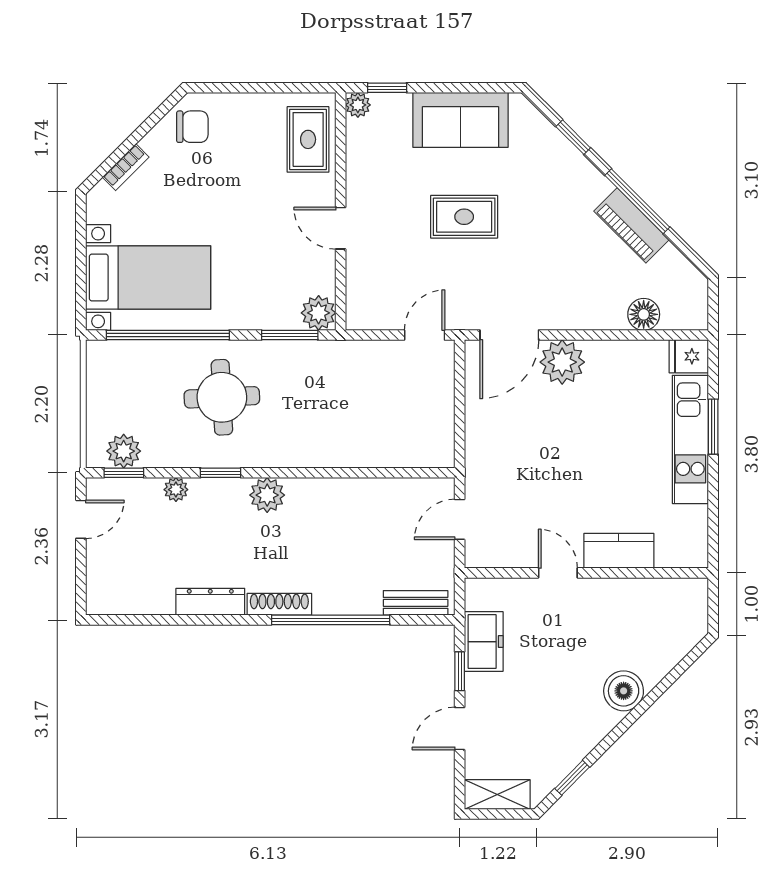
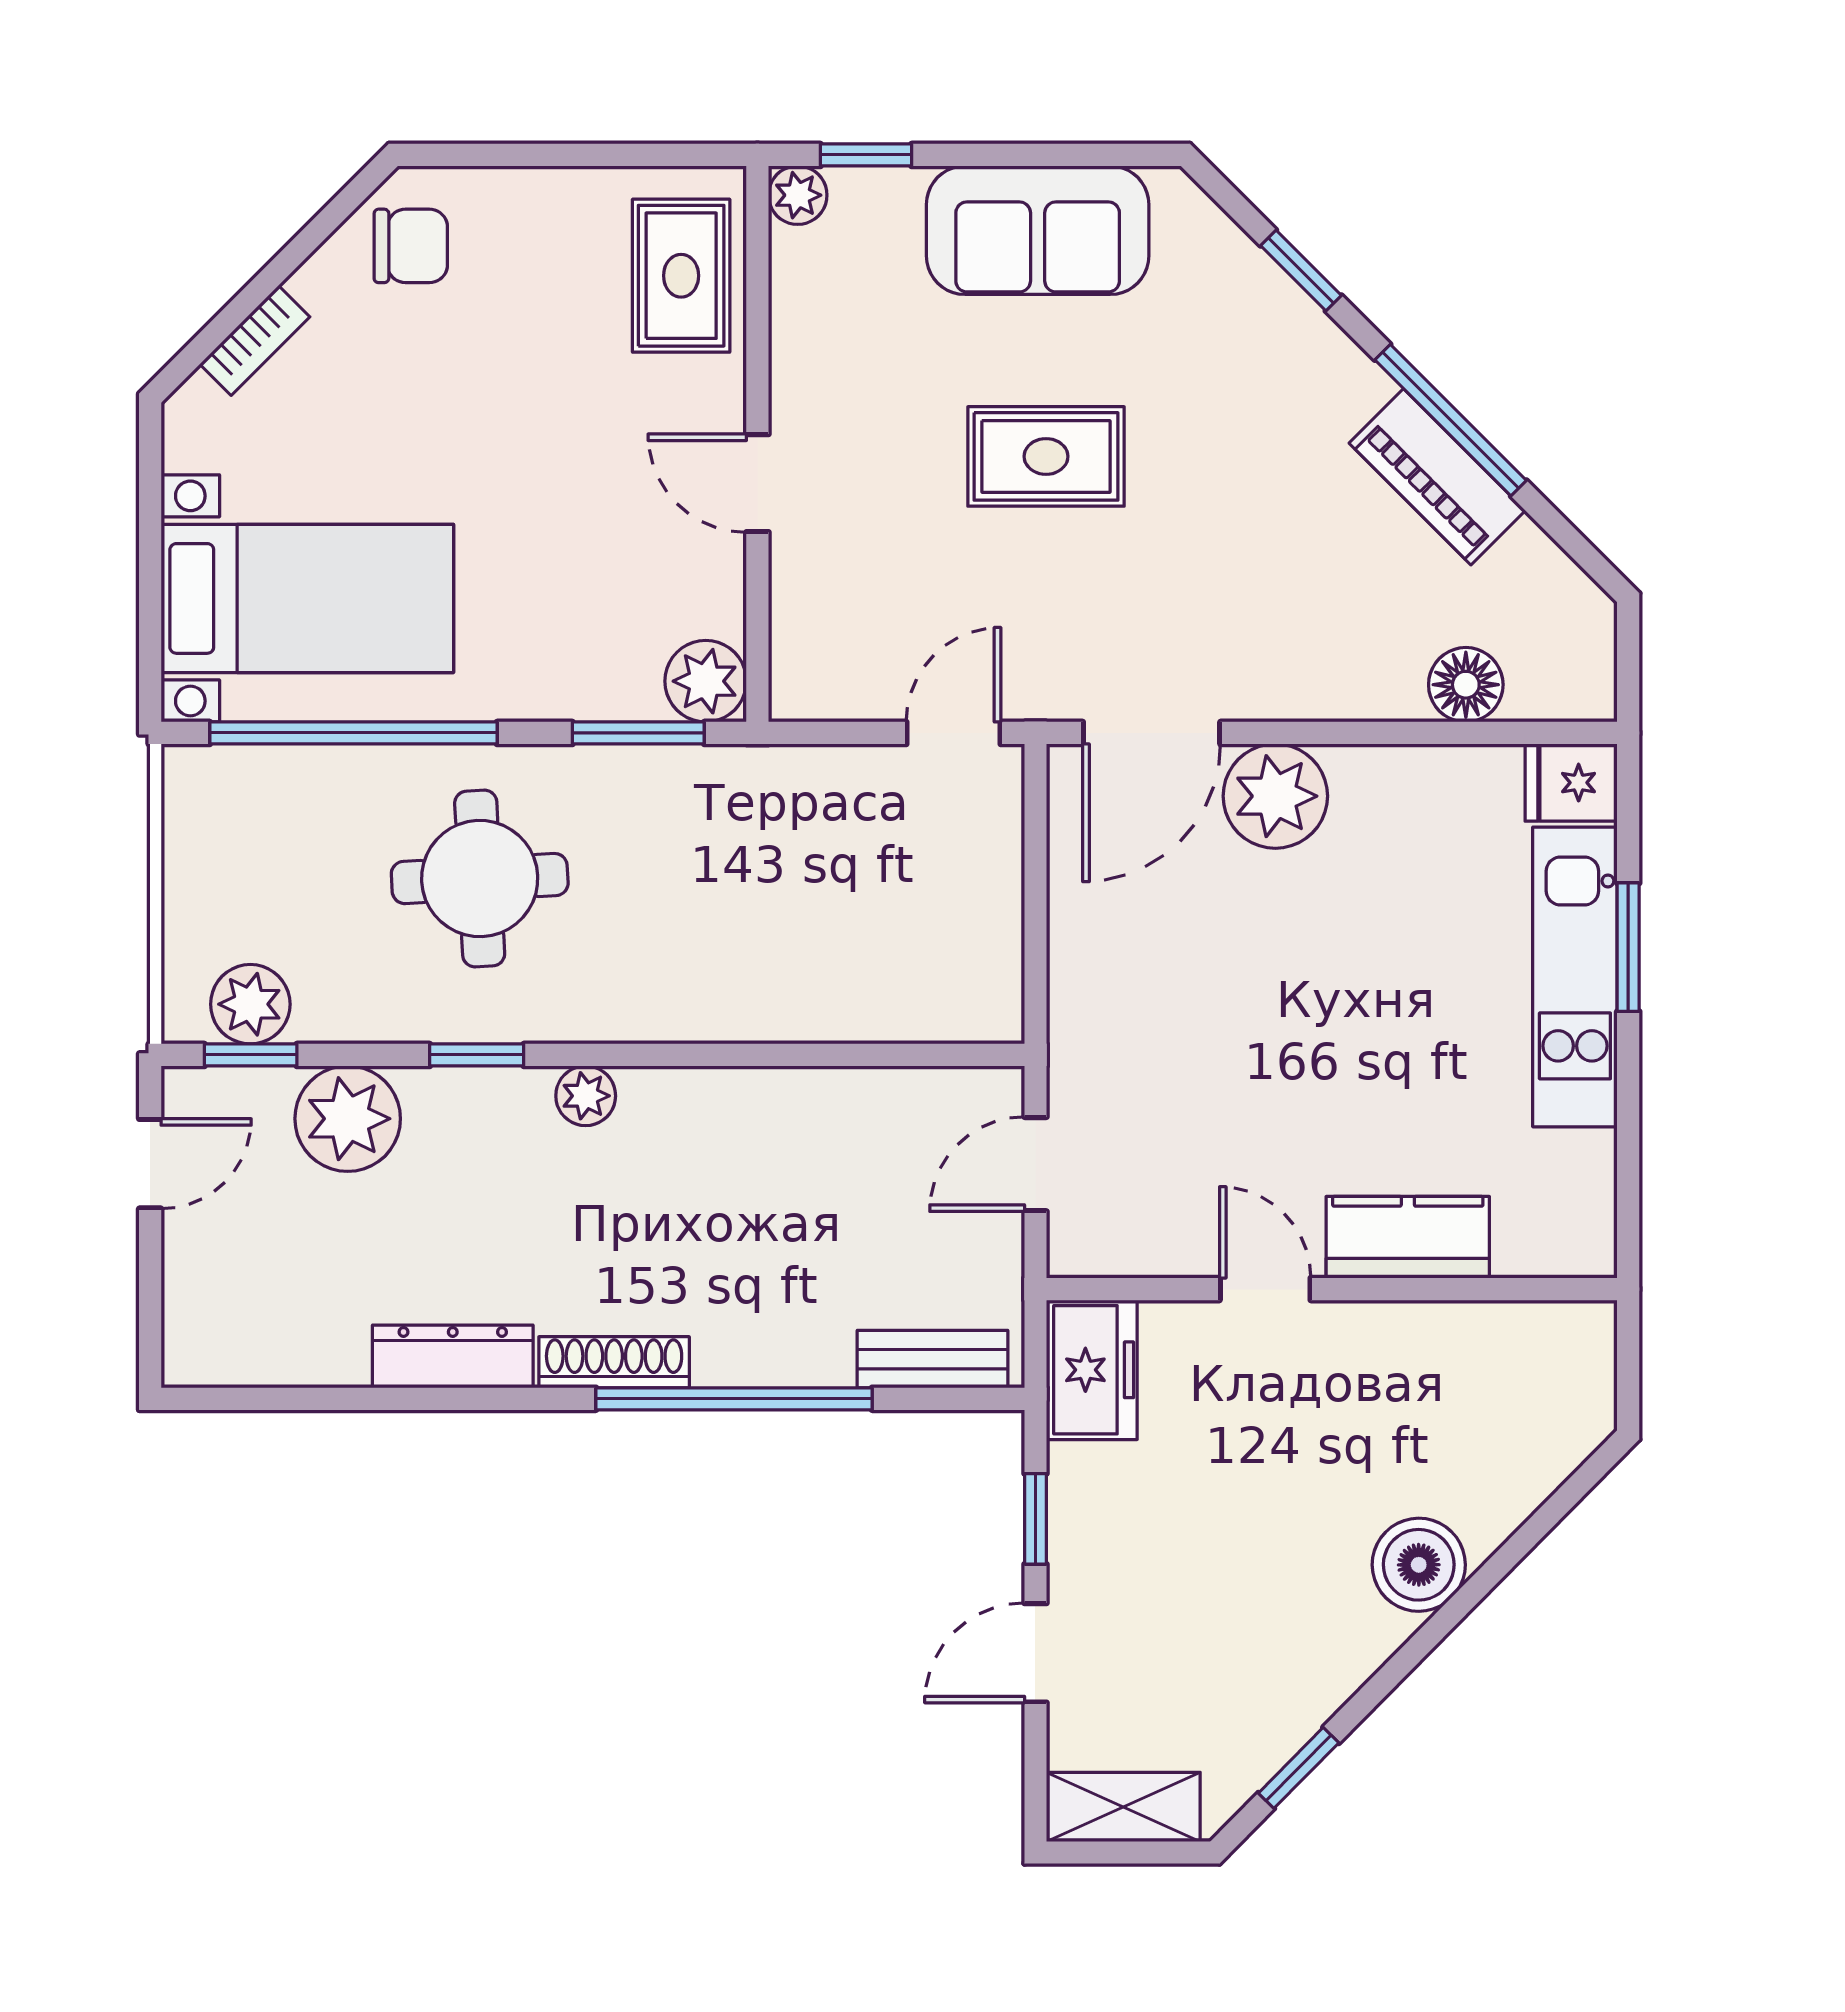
plant: (176, 490) -> (348, 1119), width x1.87, depth x1.87
plant: (267, 495) -> (586, 1096), width x0.73, depth x0.73
freezer: (484, 642) -> (1092, 1370), moved

